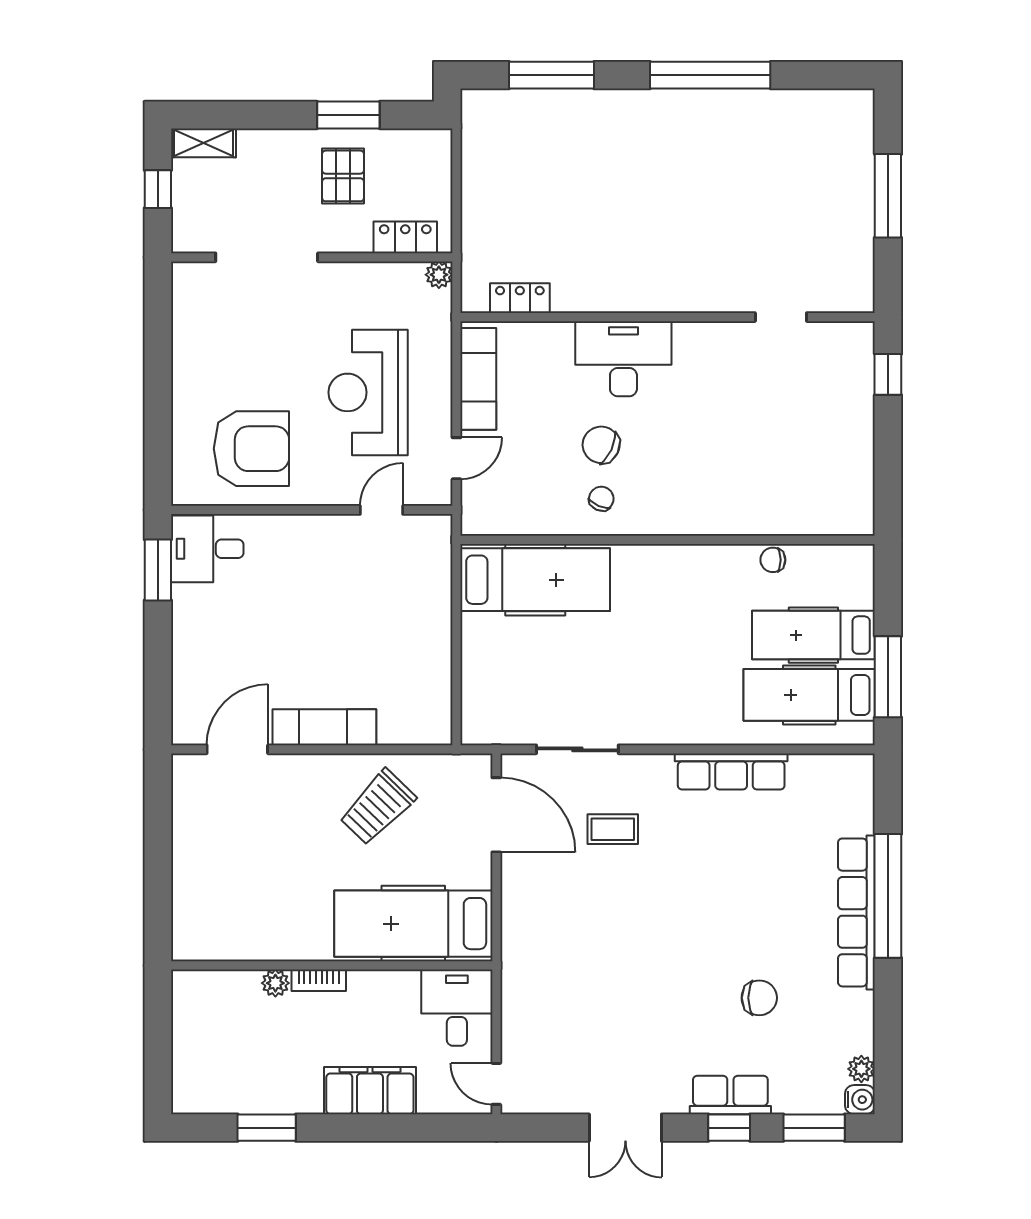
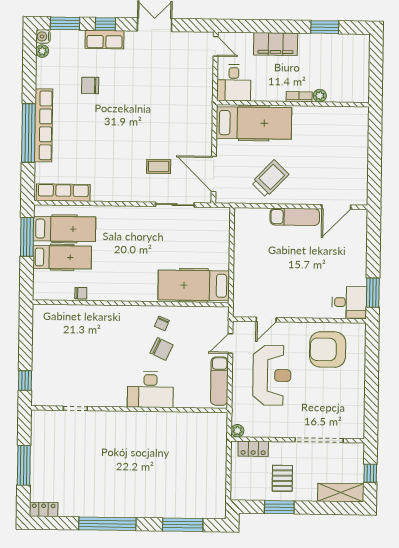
shelving: (203, 143) -> (341, 493), width x1.50, depth x1.33
locker: (520, 298) -> (44, 509), moved, turned 180
row of seats: (731, 771) -> (63, 193), moved

